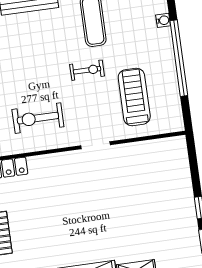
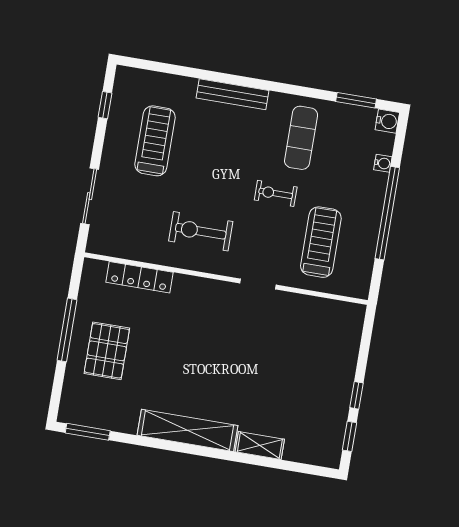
exercise bike: (87, 70) -> (276, 193), turned 180

